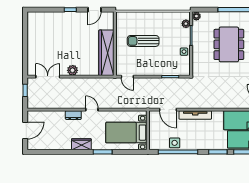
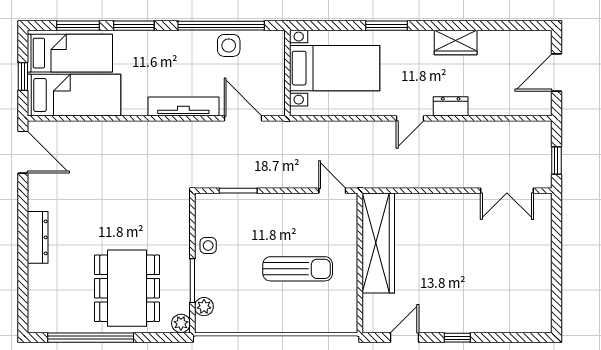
dining table: (229, 44) -> (127, 288), moved
plant: (73, 70) -> (452, 204), removed
door: (92, 110) -> (410, 118), hinge flipped
wardrobe: (81, 144) -> (456, 42), moved

